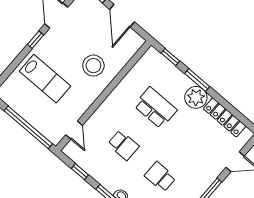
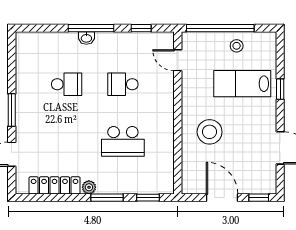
window: (36, 40) -> (280, 89), moved
plant: (196, 97) -> (89, 187), width x0.53, depth x0.53
stool: (28, 107) -> (237, 46), added

